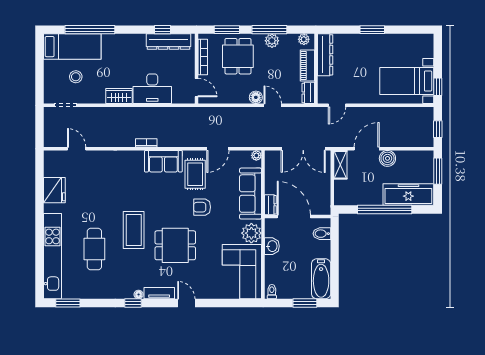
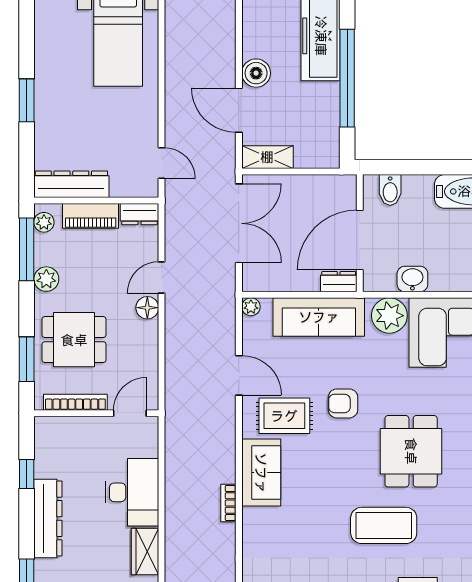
window: (269, 30) -> (27, 249), moved
dresser: (168, 42) -> (48, 518), moved
armchair: (202, 207) -> (343, 403), turned 90

